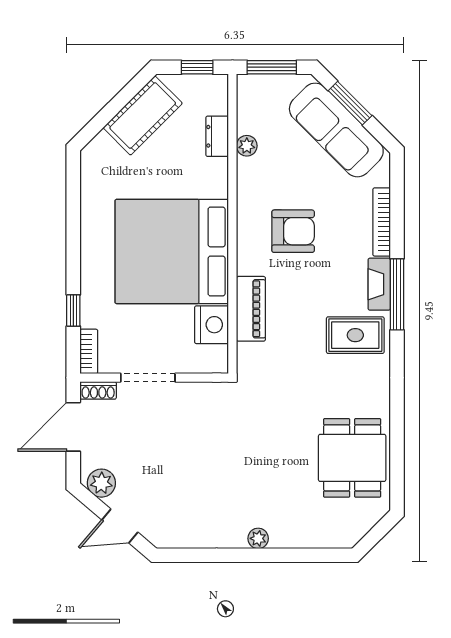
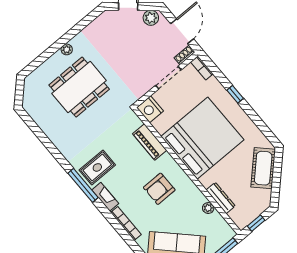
cot: (143, 115) -> (263, 168), moved
dresser: (217, 136) -> (221, 198), width x1.44
window: (397, 294) -> (83, 185), moved
window: (73, 311) -> (235, 94), moved
nightstand: (212, 325) -> (150, 109), moved
dining table: (352, 458) -> (79, 87), moved, width x1.38

